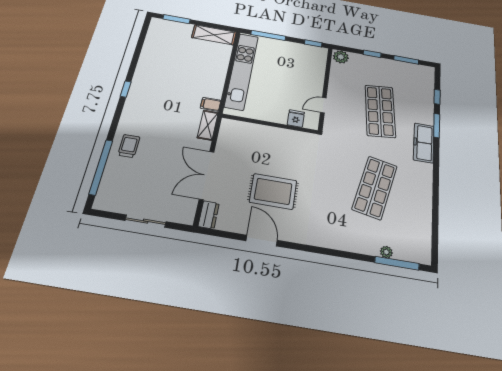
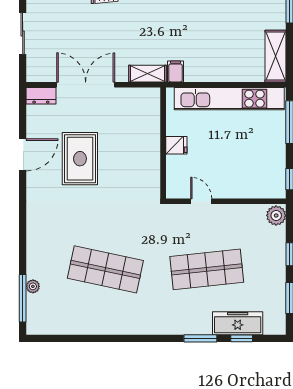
fridge: (296, 119) -> (176, 145), moved
freezer: (424, 143) -> (238, 323), moved

